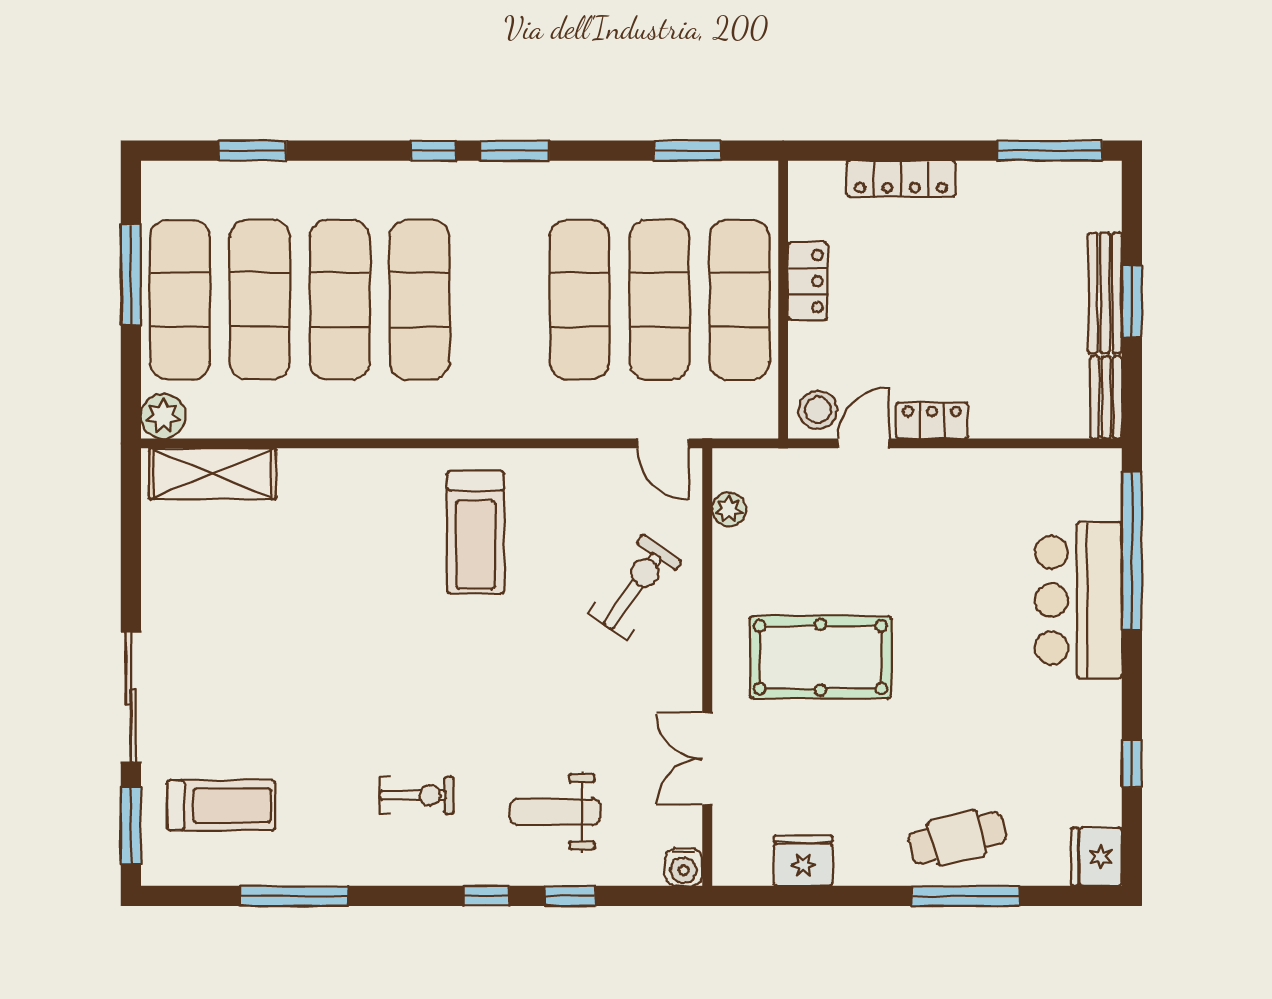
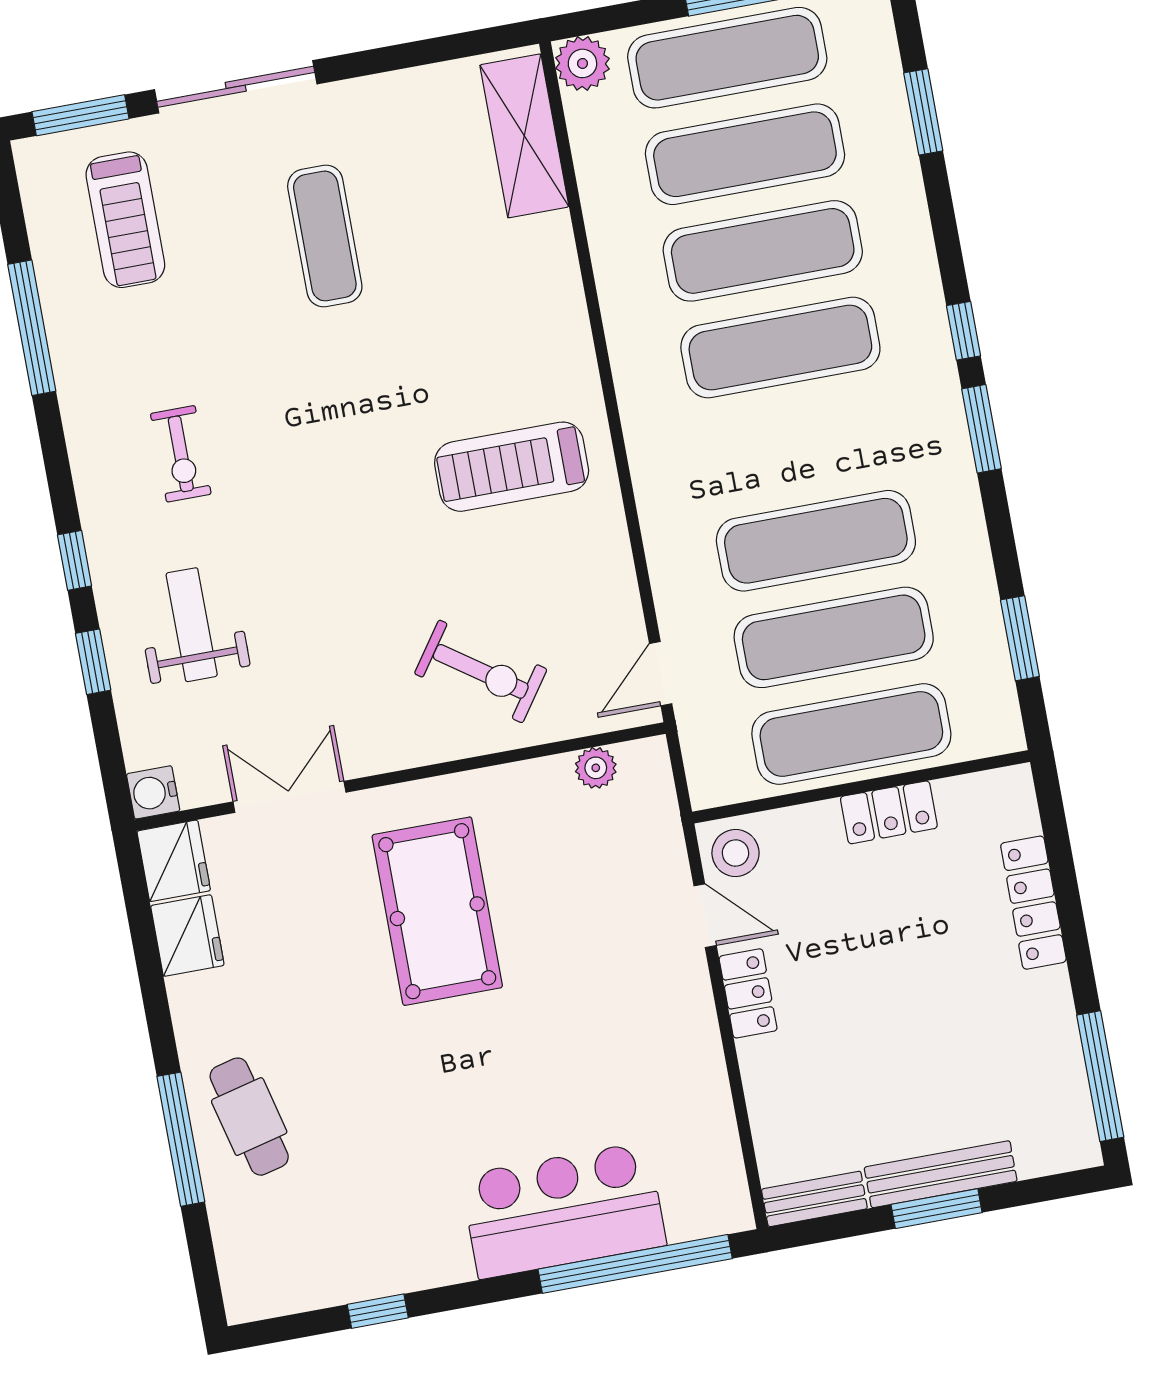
exercise mat: (263, 648) -> (325, 236), added
fridge: (1097, 857) -> (174, 861), moved, turned 90

